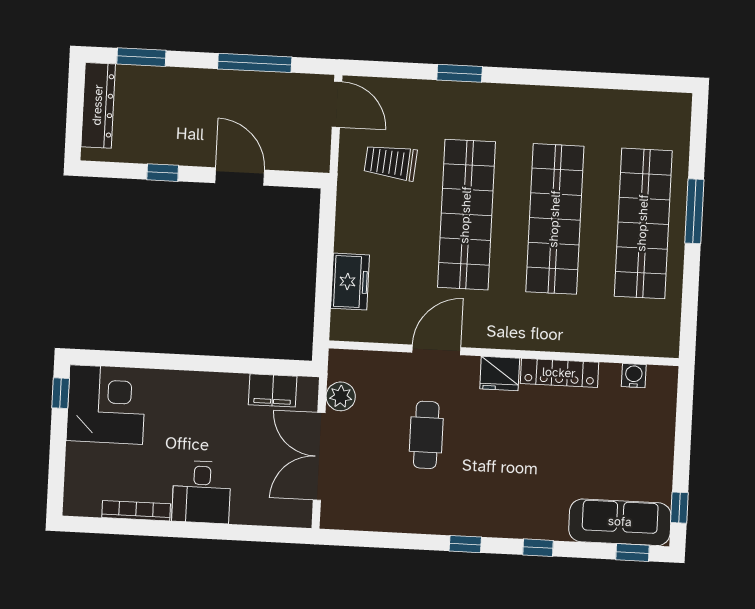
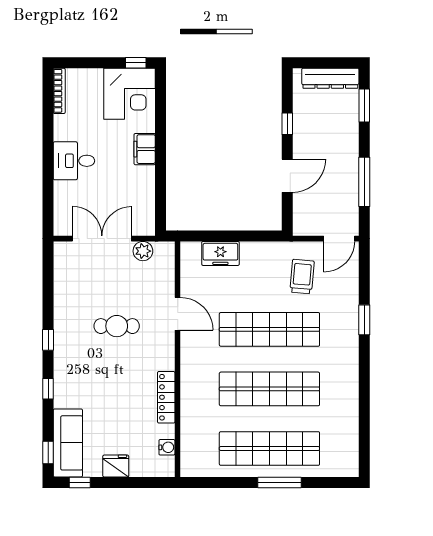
fridge: (500, 374) -> (116, 466), moved, turned 90
filing cabinet: (273, 390) -> (145, 149), moved
cafe table: (426, 435) -> (117, 326), moved
bookcase: (136, 511) -> (59, 91), moved

